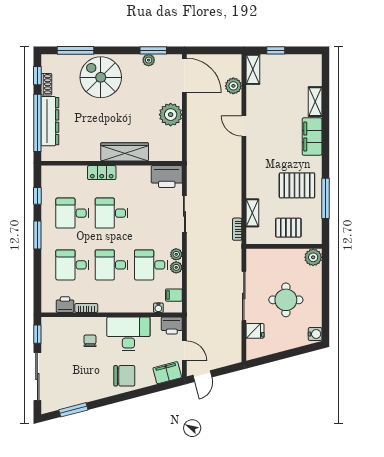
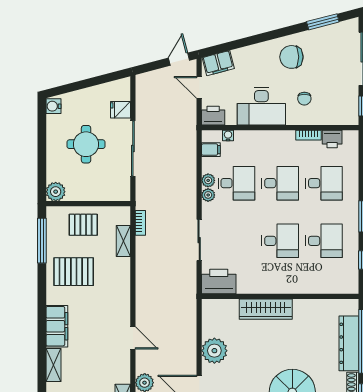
locker: (102, 173) -> (291, 286), removed
window: (325, 198) -> (42, 241), moved
chair: (124, 376) -> (291, 57), moved

